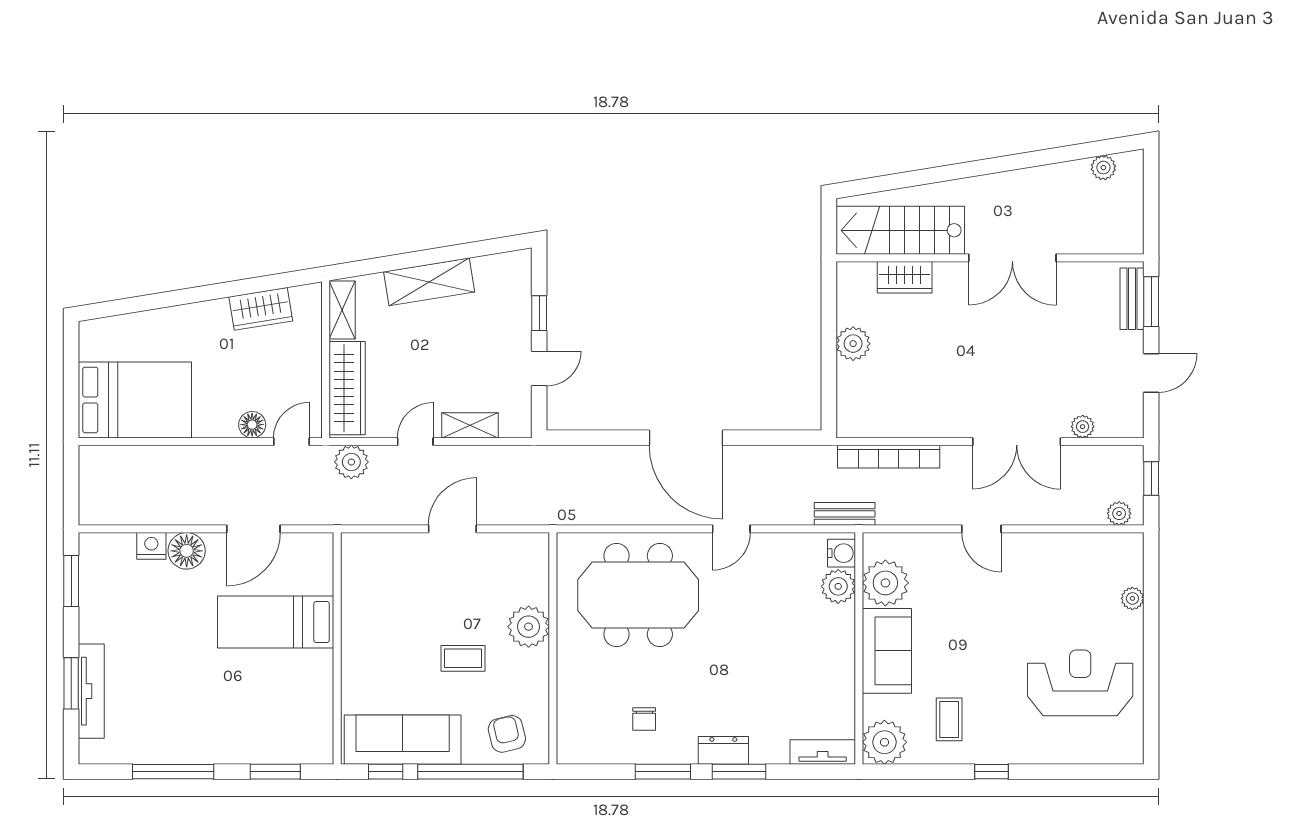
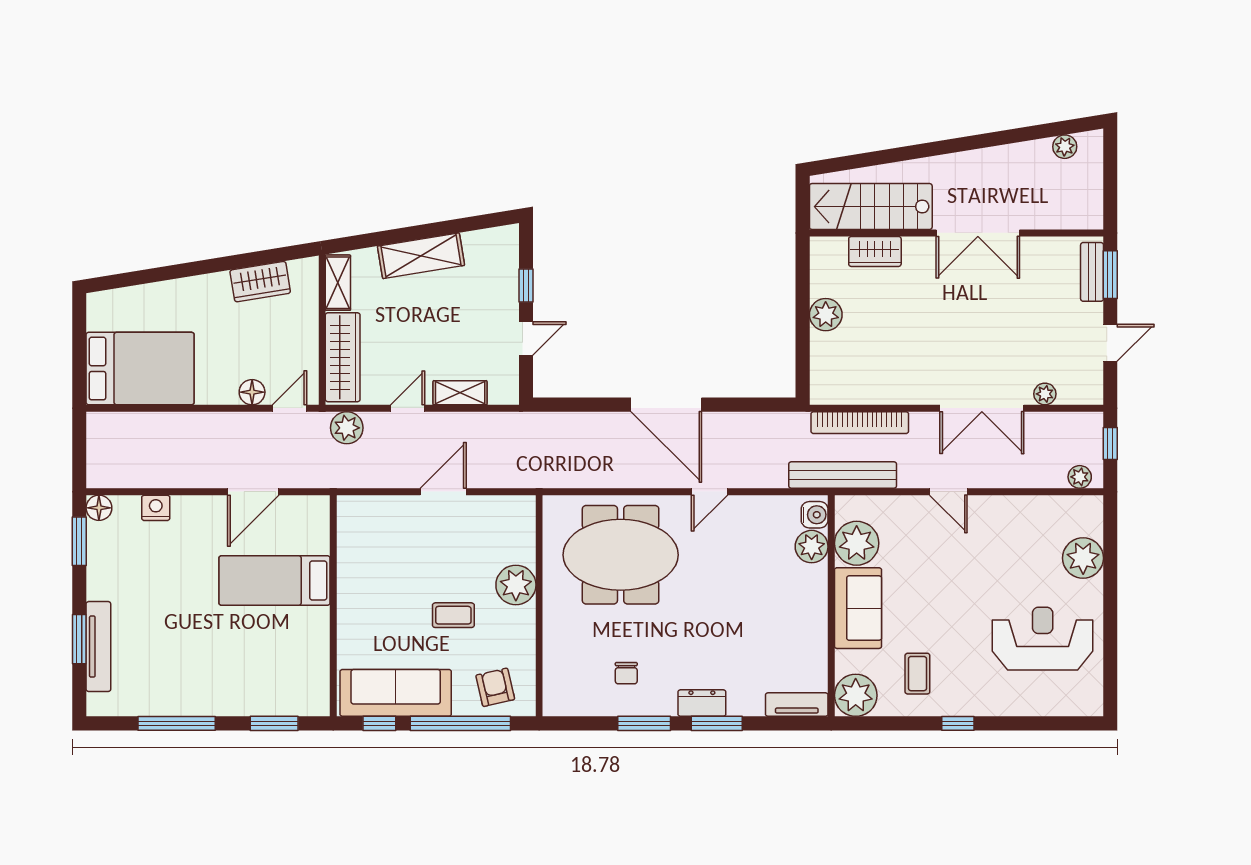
bench: (845, 514) -> (843, 475), width x1.86, depth x1.21
floor lamp: (187, 551) -> (99, 508), moved, width x0.73, depth x0.73
plant: (1132, 598) -> (1083, 558), width x1.87, depth x1.87

